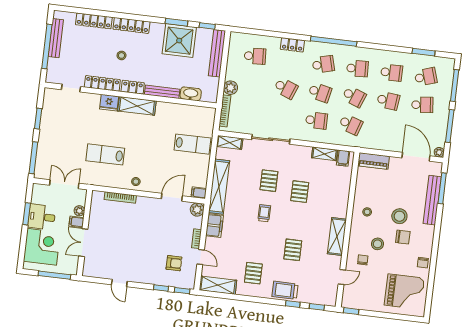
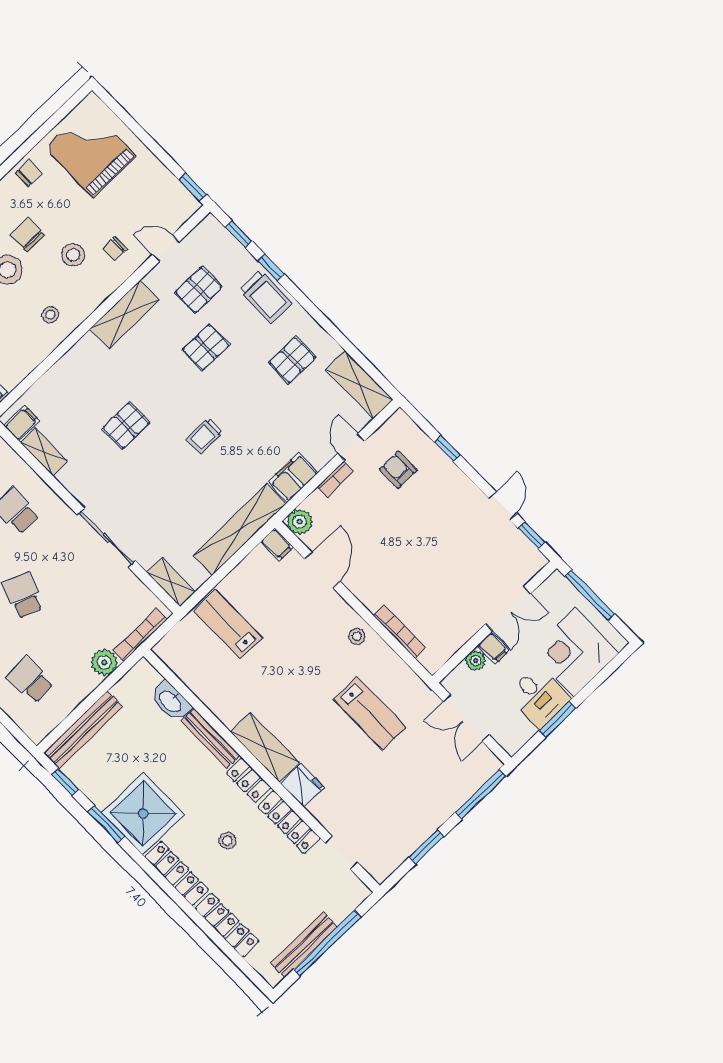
shower: (179, 41) -> (143, 813), moved
pallet: (269, 181) -> (198, 290), moved
door: (172, 197) -> (322, 570), swing flipped
window: (182, 291) -> (532, 535), moved

